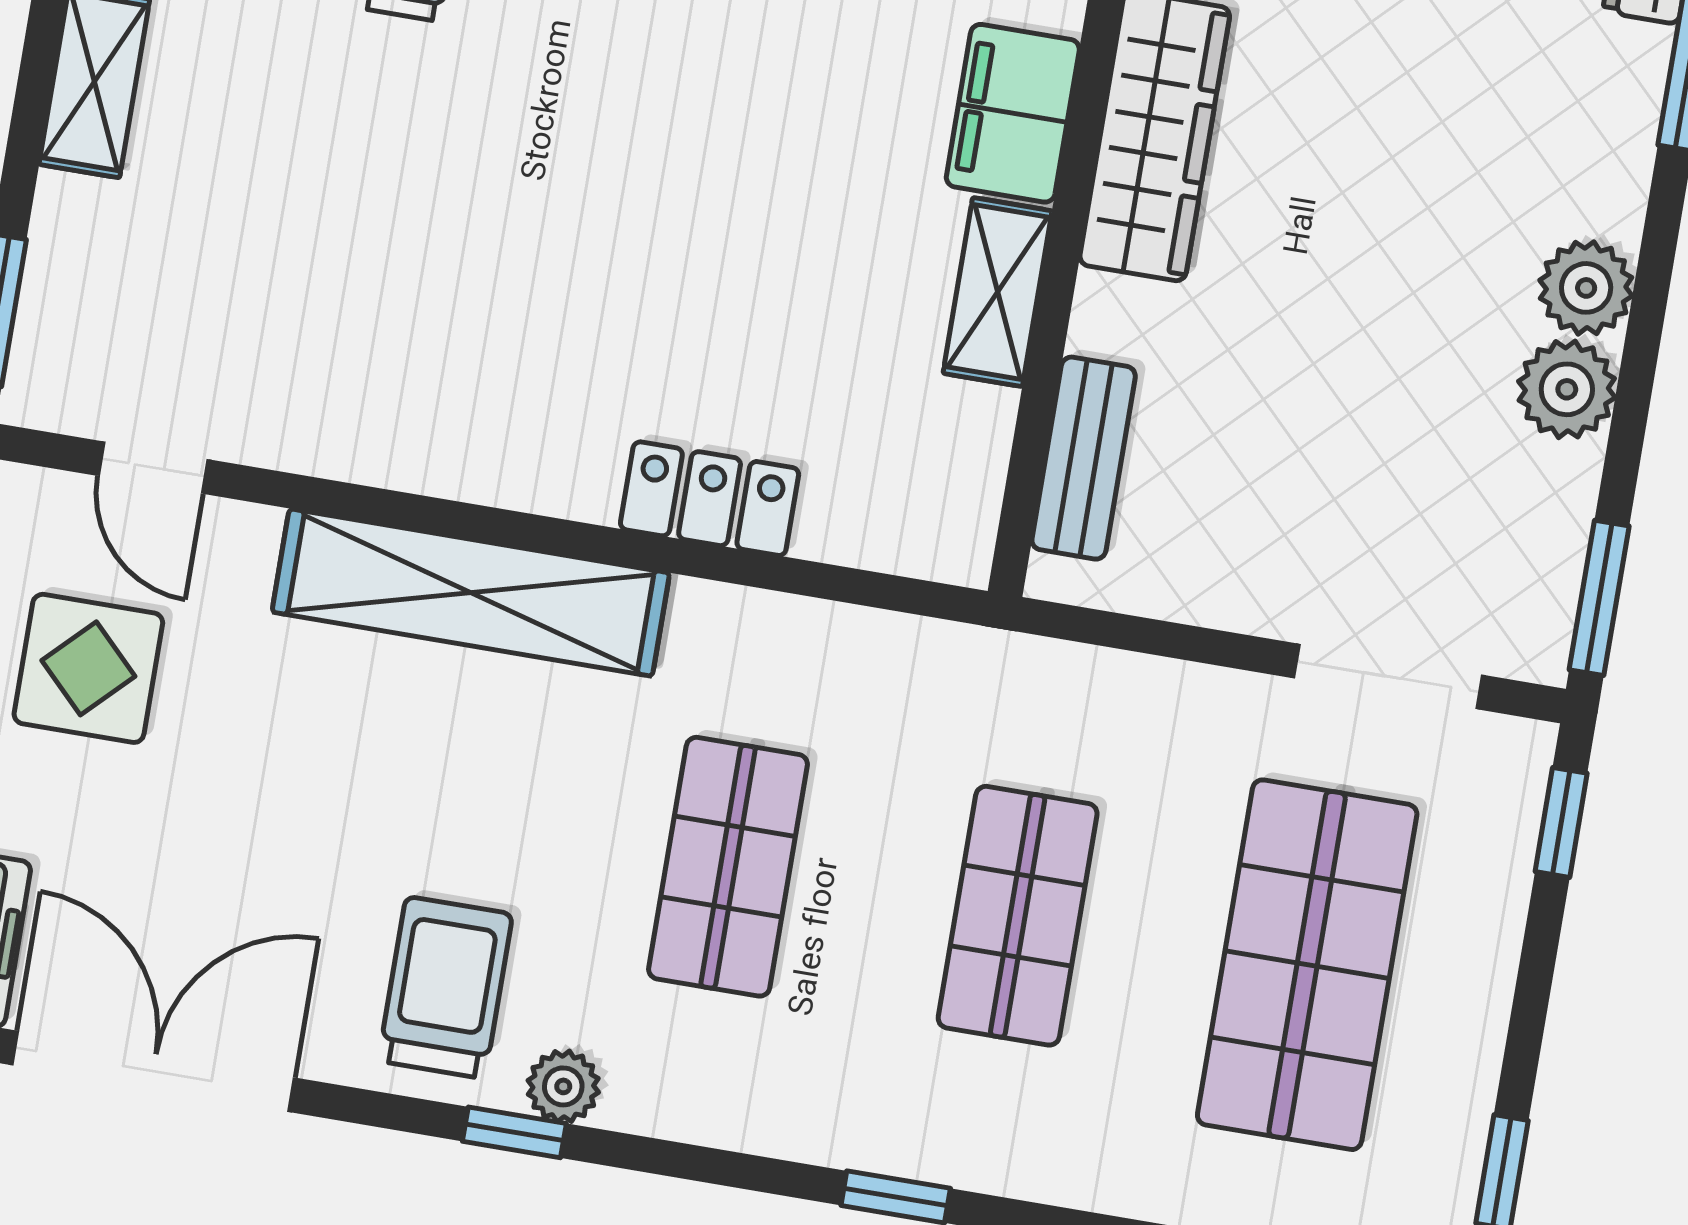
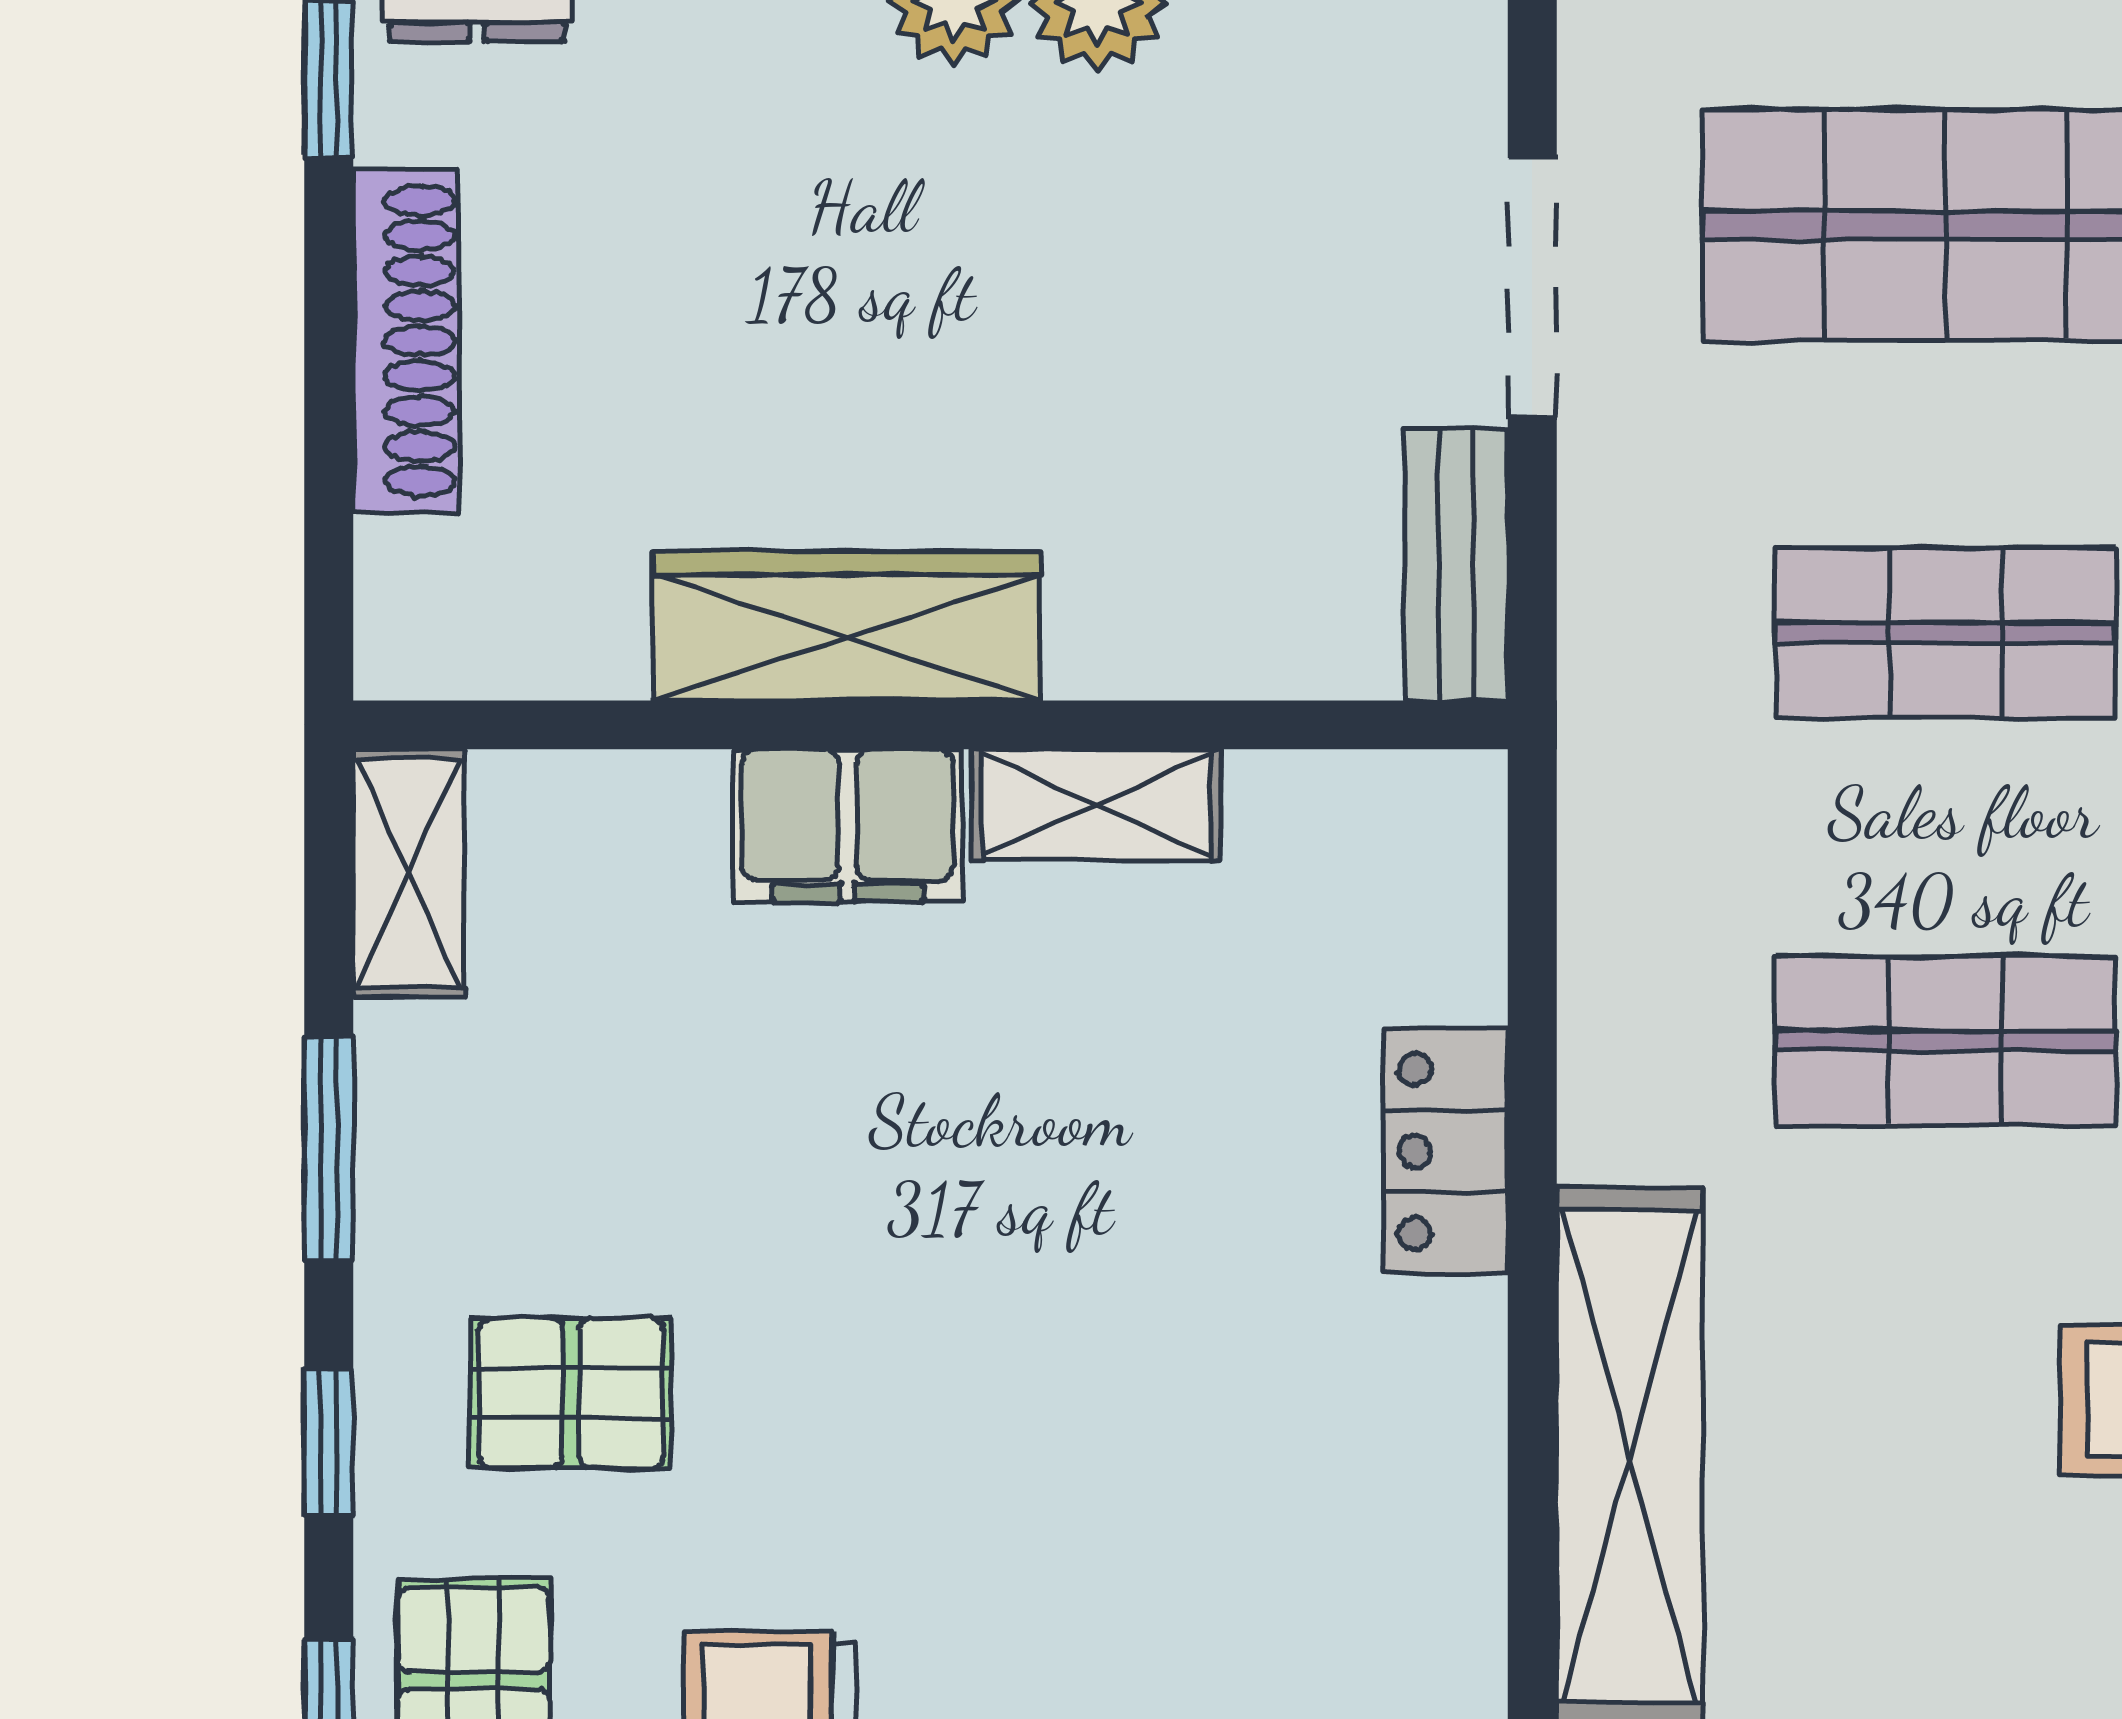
bench: (1084, 458) -> (1456, 565), moved, turned 90
doorway: (1388, 677) -> (1532, 288), moved

